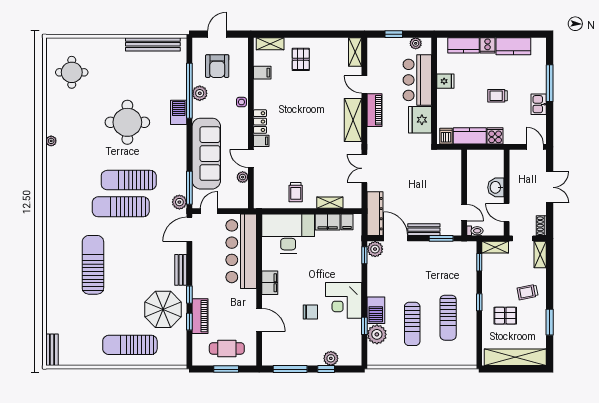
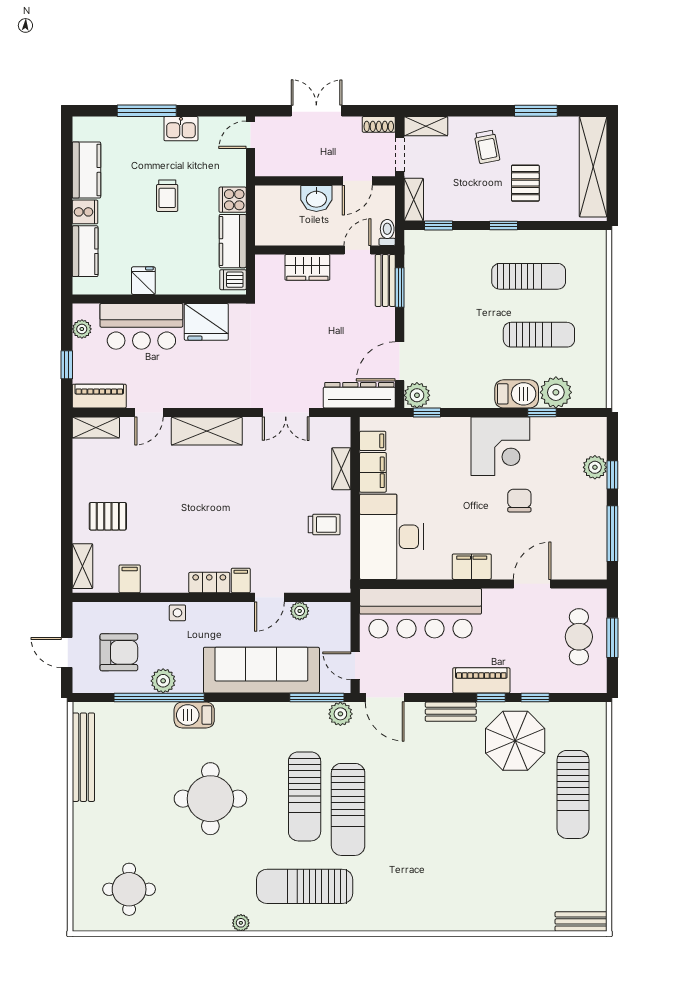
piano: (375, 110) -> (99, 396), moved
wardrobe: (454, 182) -> (307, 267), added
bench: (424, 230) -> (385, 280), moved
sun lounger: (93, 265) -> (305, 886), moved
piano: (200, 316) -> (481, 680), moved

